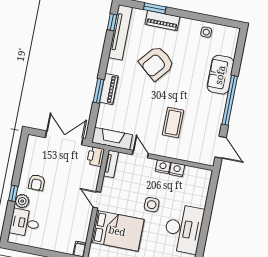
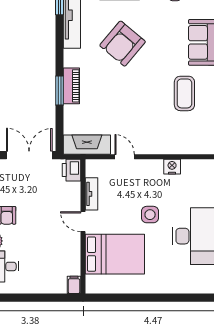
coffee table: (173, 123) -> (184, 93), moved
tv unit: (111, 164) -> (91, 194), moved
nightstand: (163, 167) -> (154, 166), removed

